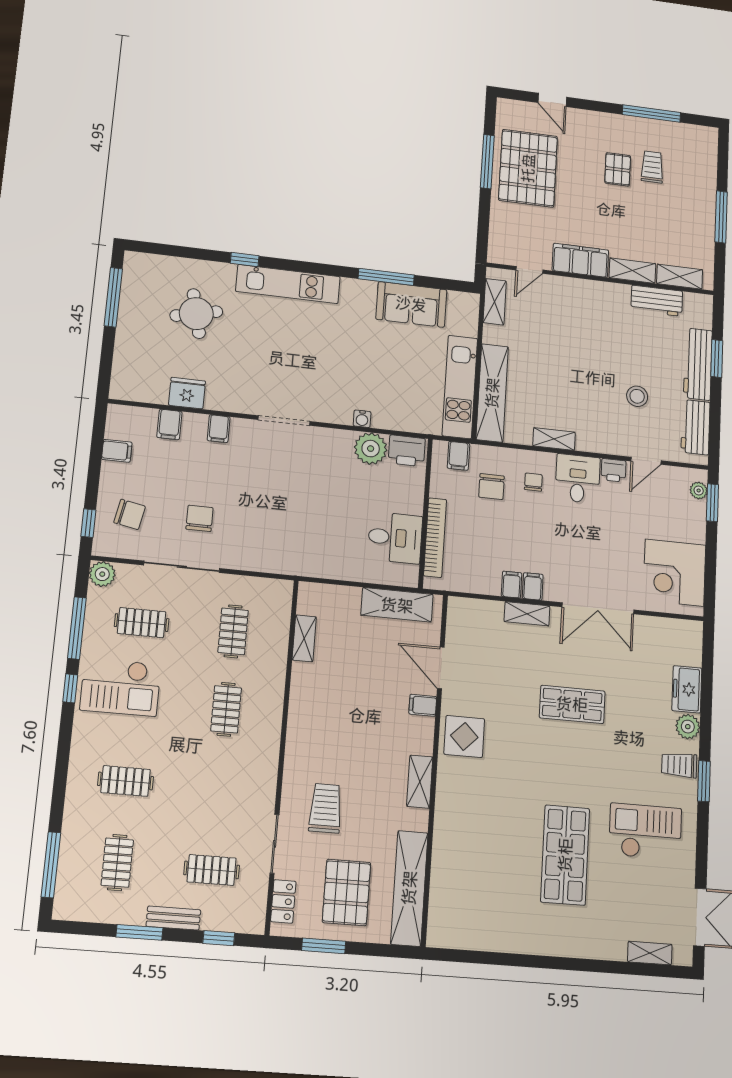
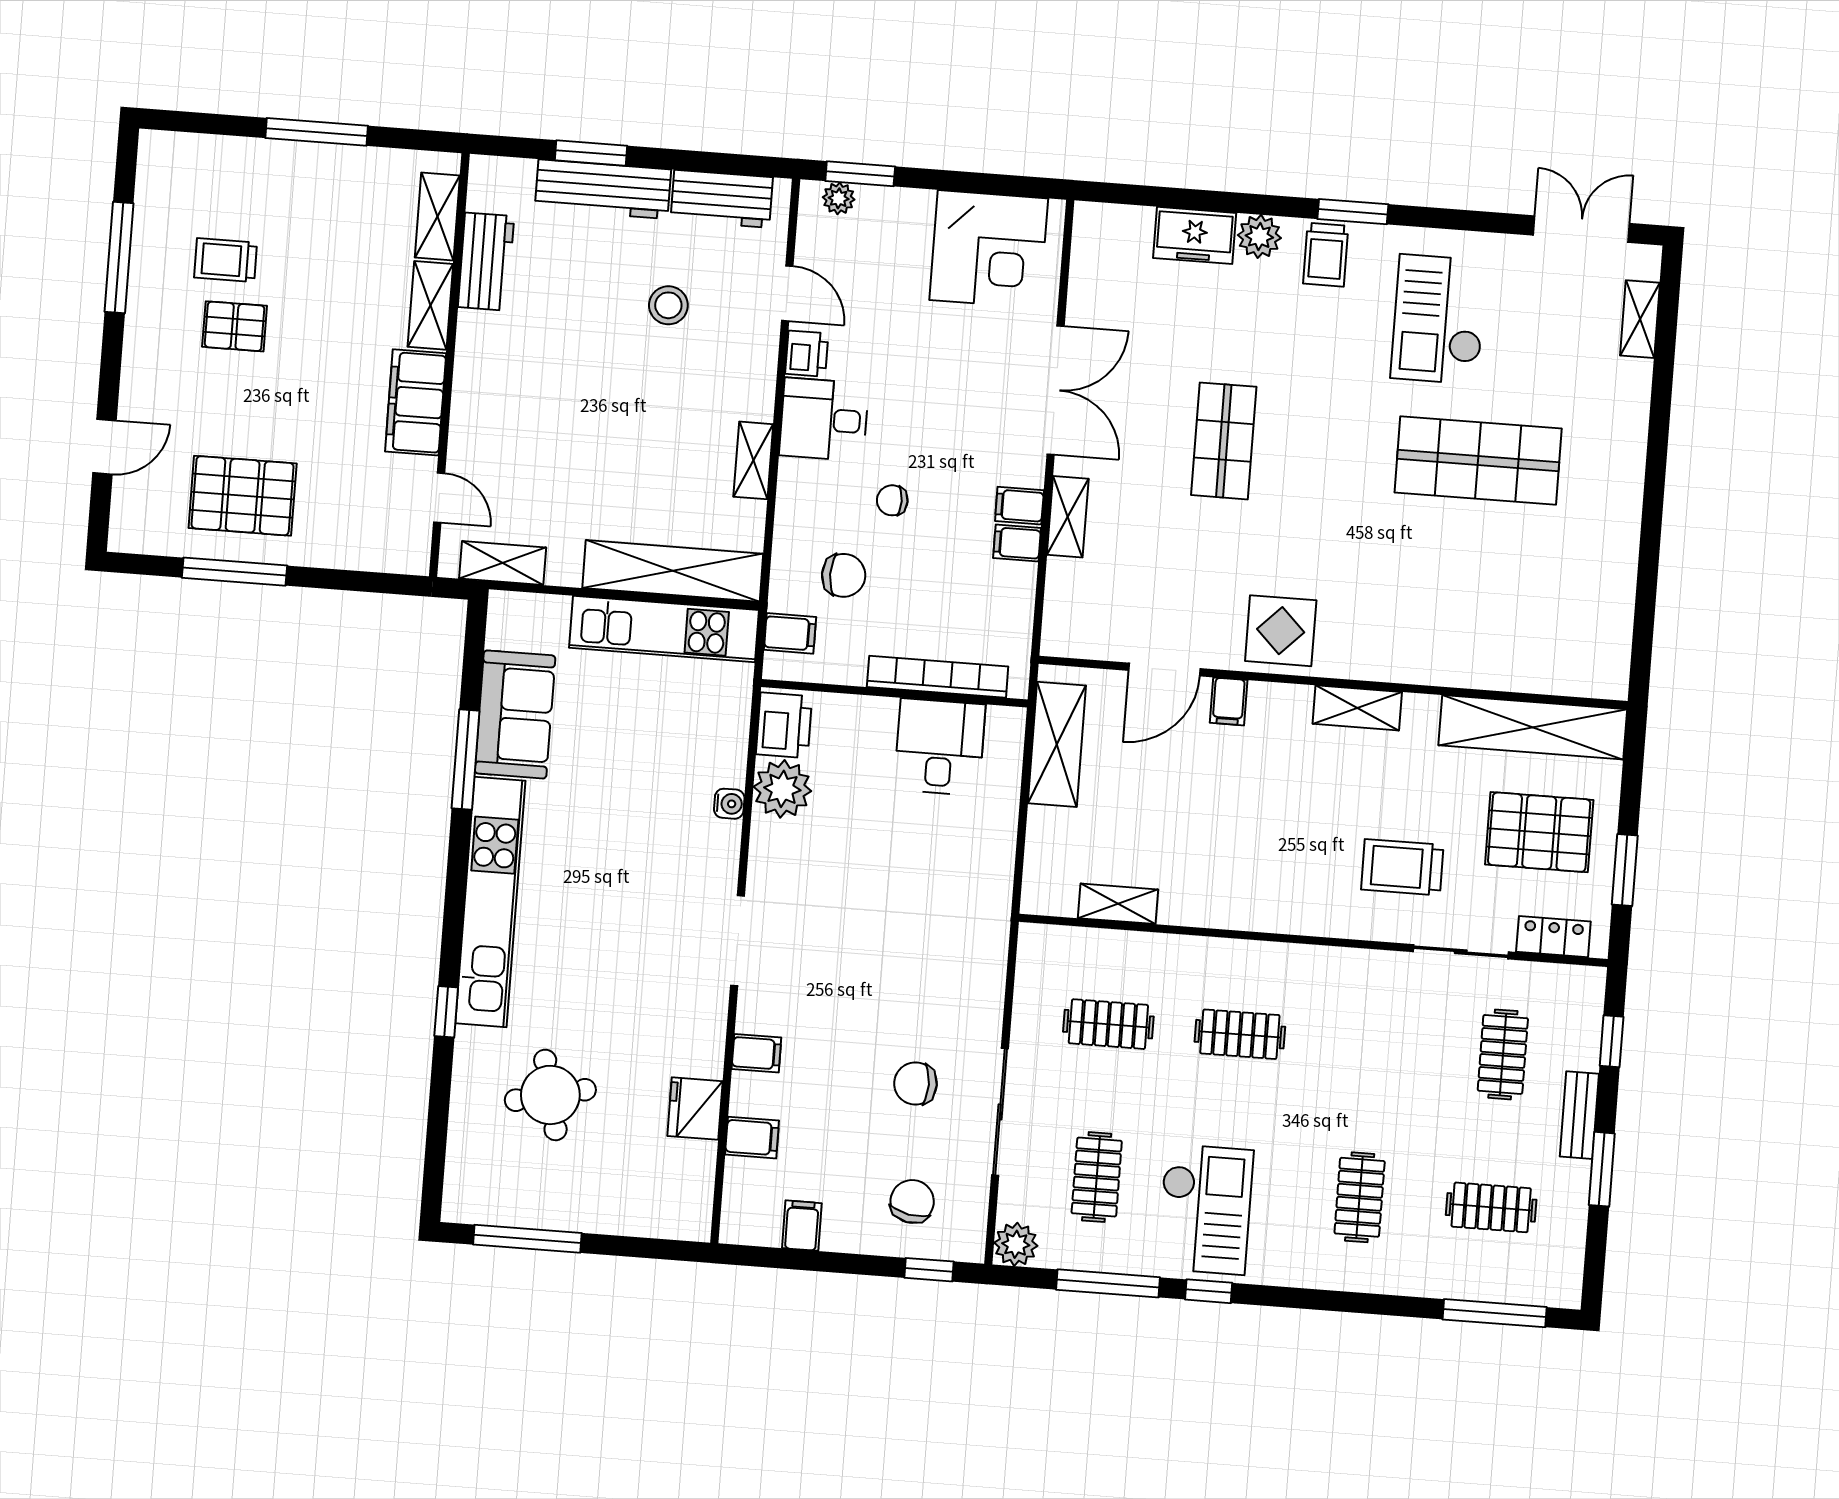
pallet: (528, 168) -> (243, 496), width x0.73, depth x0.71
kitchen unit: (288, 284) -> (490, 902), width x1.36
chair: (533, 482) -> (892, 500), moved

